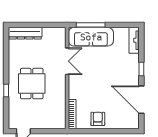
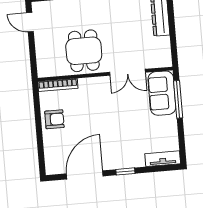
sofa: (91, 37) -> (162, 93), width x0.73
dining table: (32, 84) -> (84, 51), moved, turned 90

